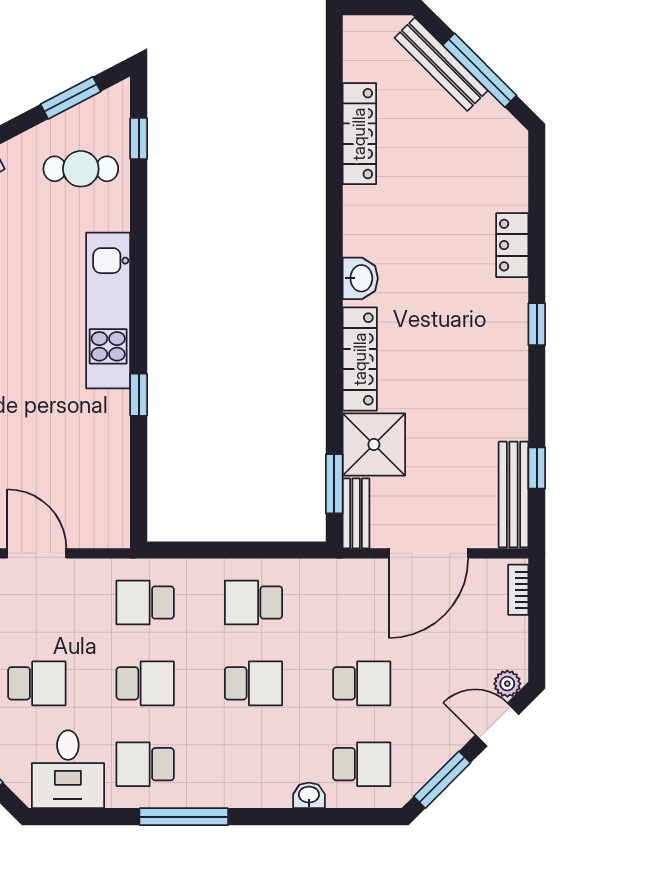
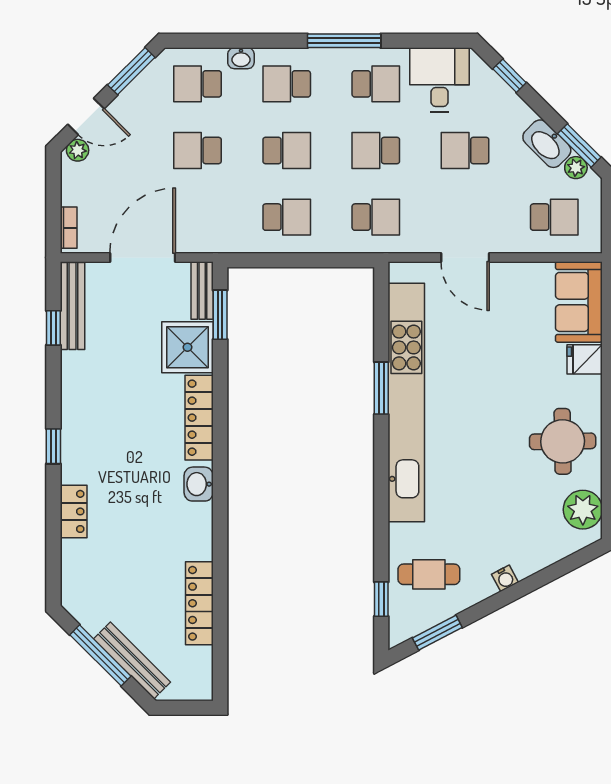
kitchen unit: (108, 310) -> (406, 402), width x1.86
window: (139, 395) -> (381, 388), width x1.50
school desk: (253, 683) -> (287, 150), turned 180
school desk: (253, 764) -> (287, 84), added

